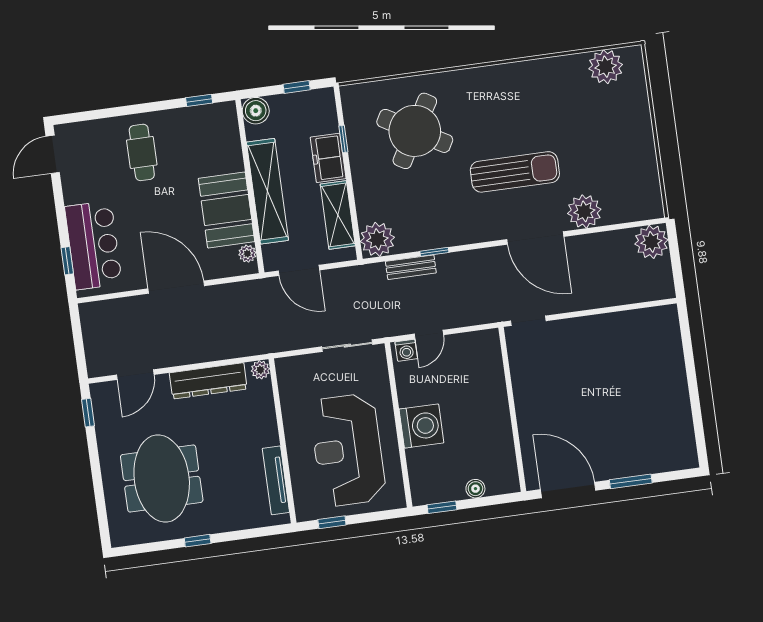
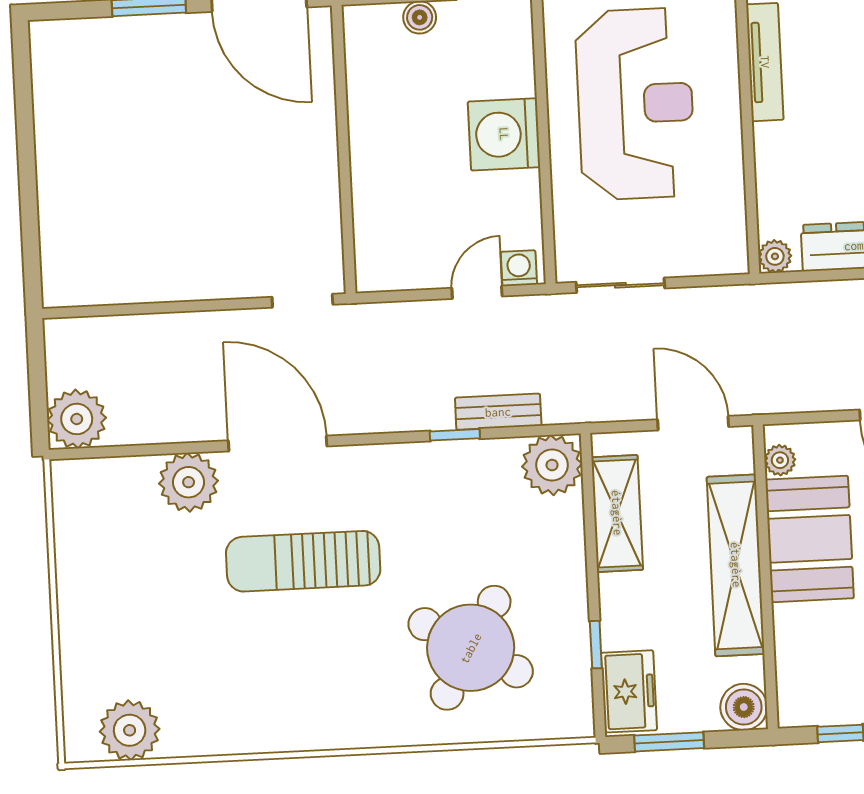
window: (297, 87) -> (669, 742), width x1.50
freezer: (328, 158) -> (629, 691), moved

